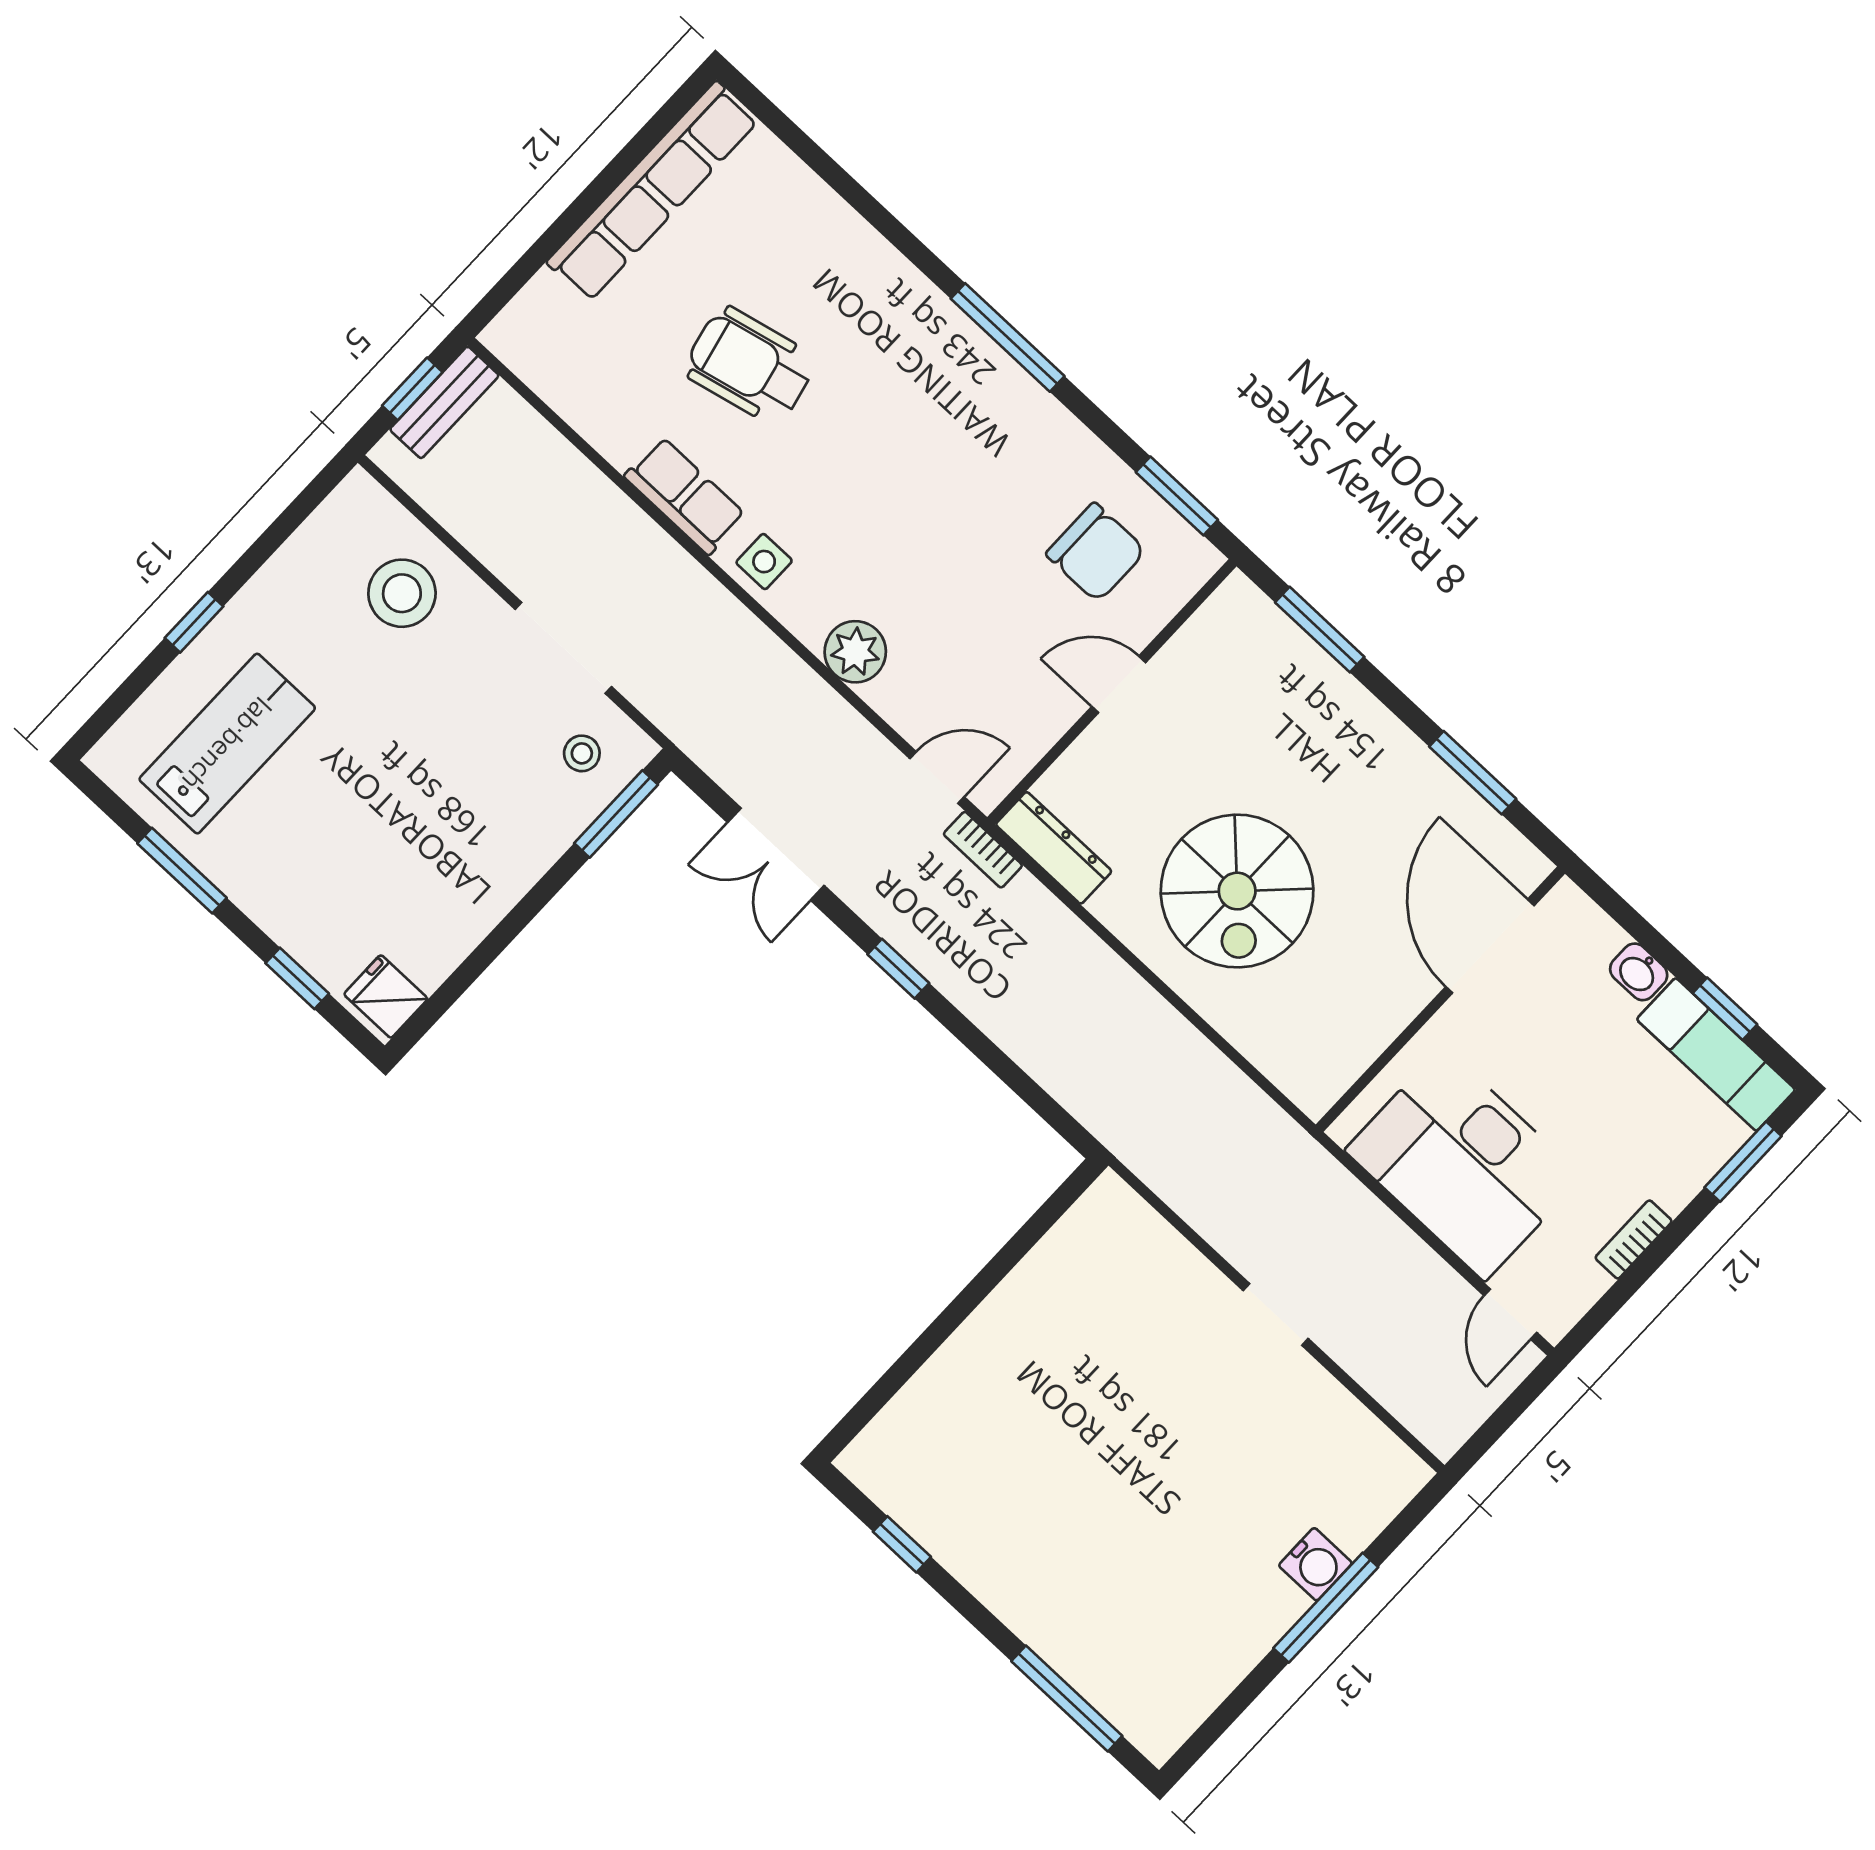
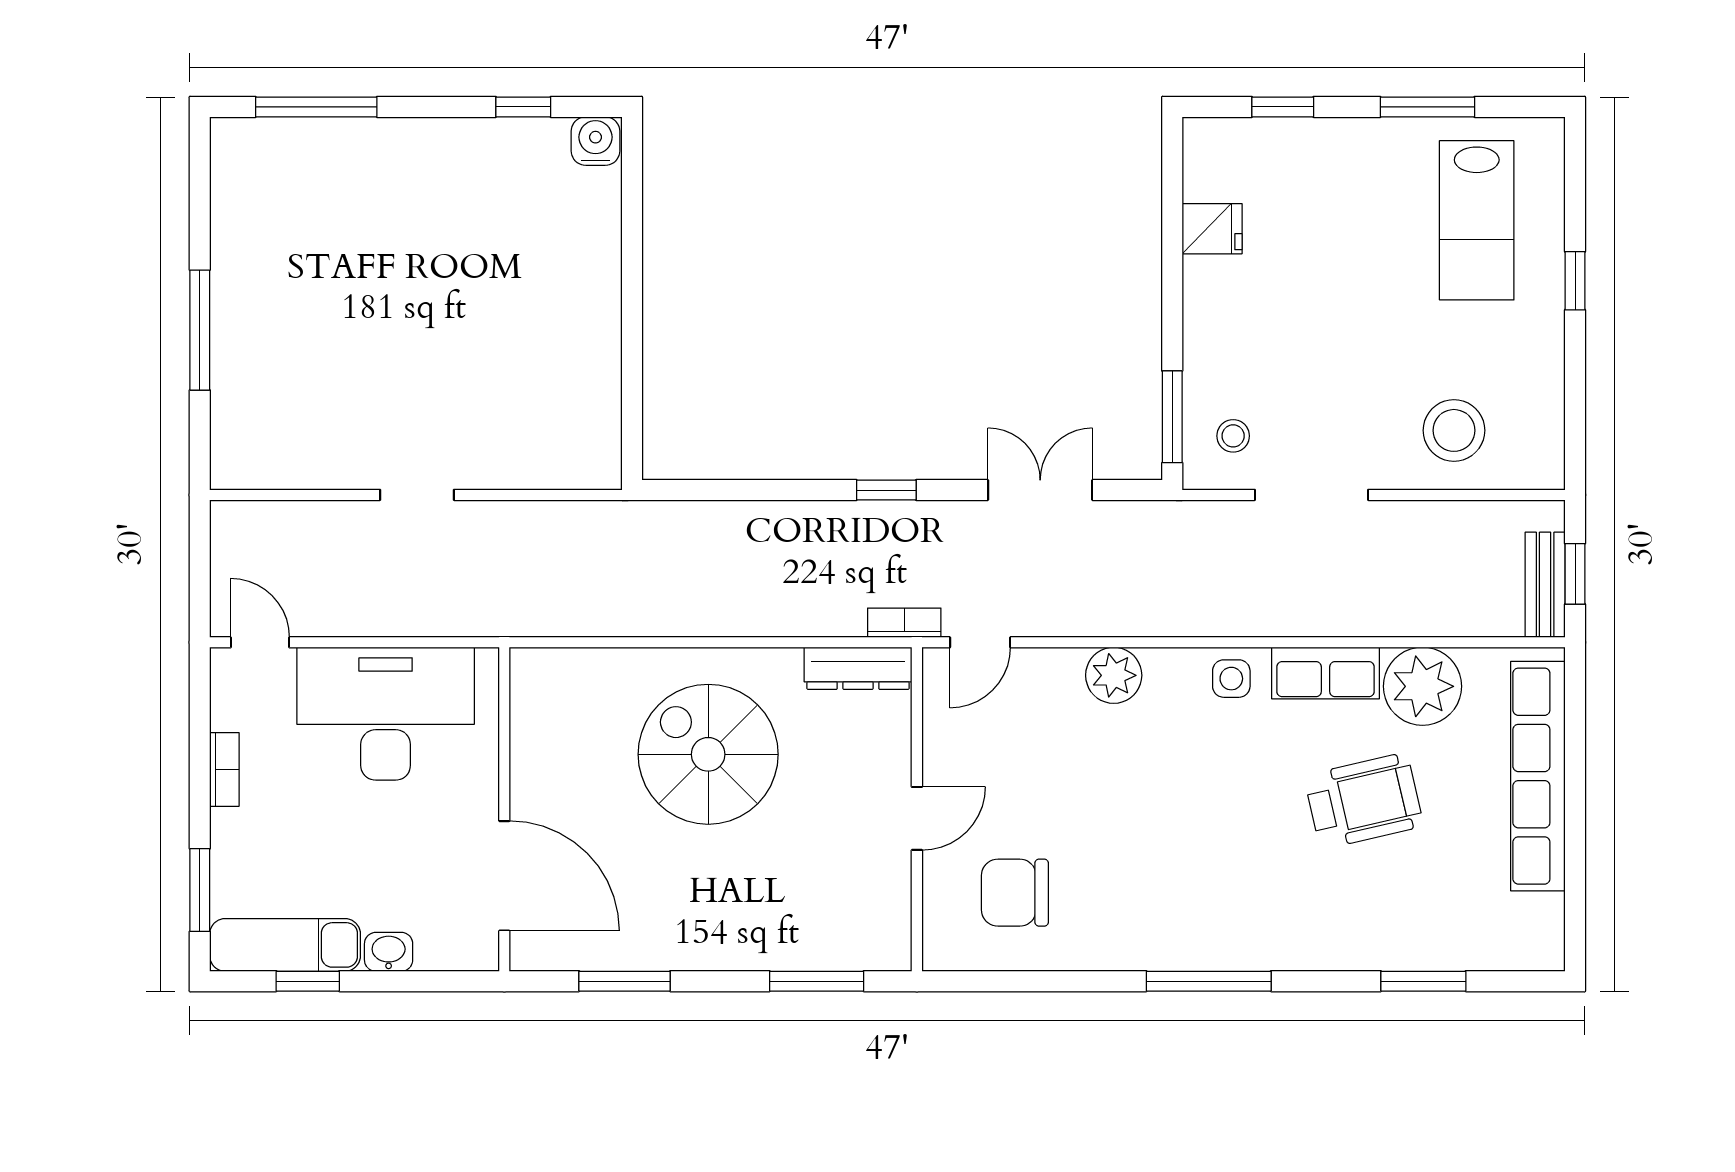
row of seats: (653, 191) -> (1538, 776), moved
plant: (618, 413) -> (1422, 686), added
window: (1177, 496) -> (1423, 981), moved
fridge: (386, 997) -> (1212, 229), moved
water cooler: (1315, 1564) -> (595, 141), moved, turned 90

